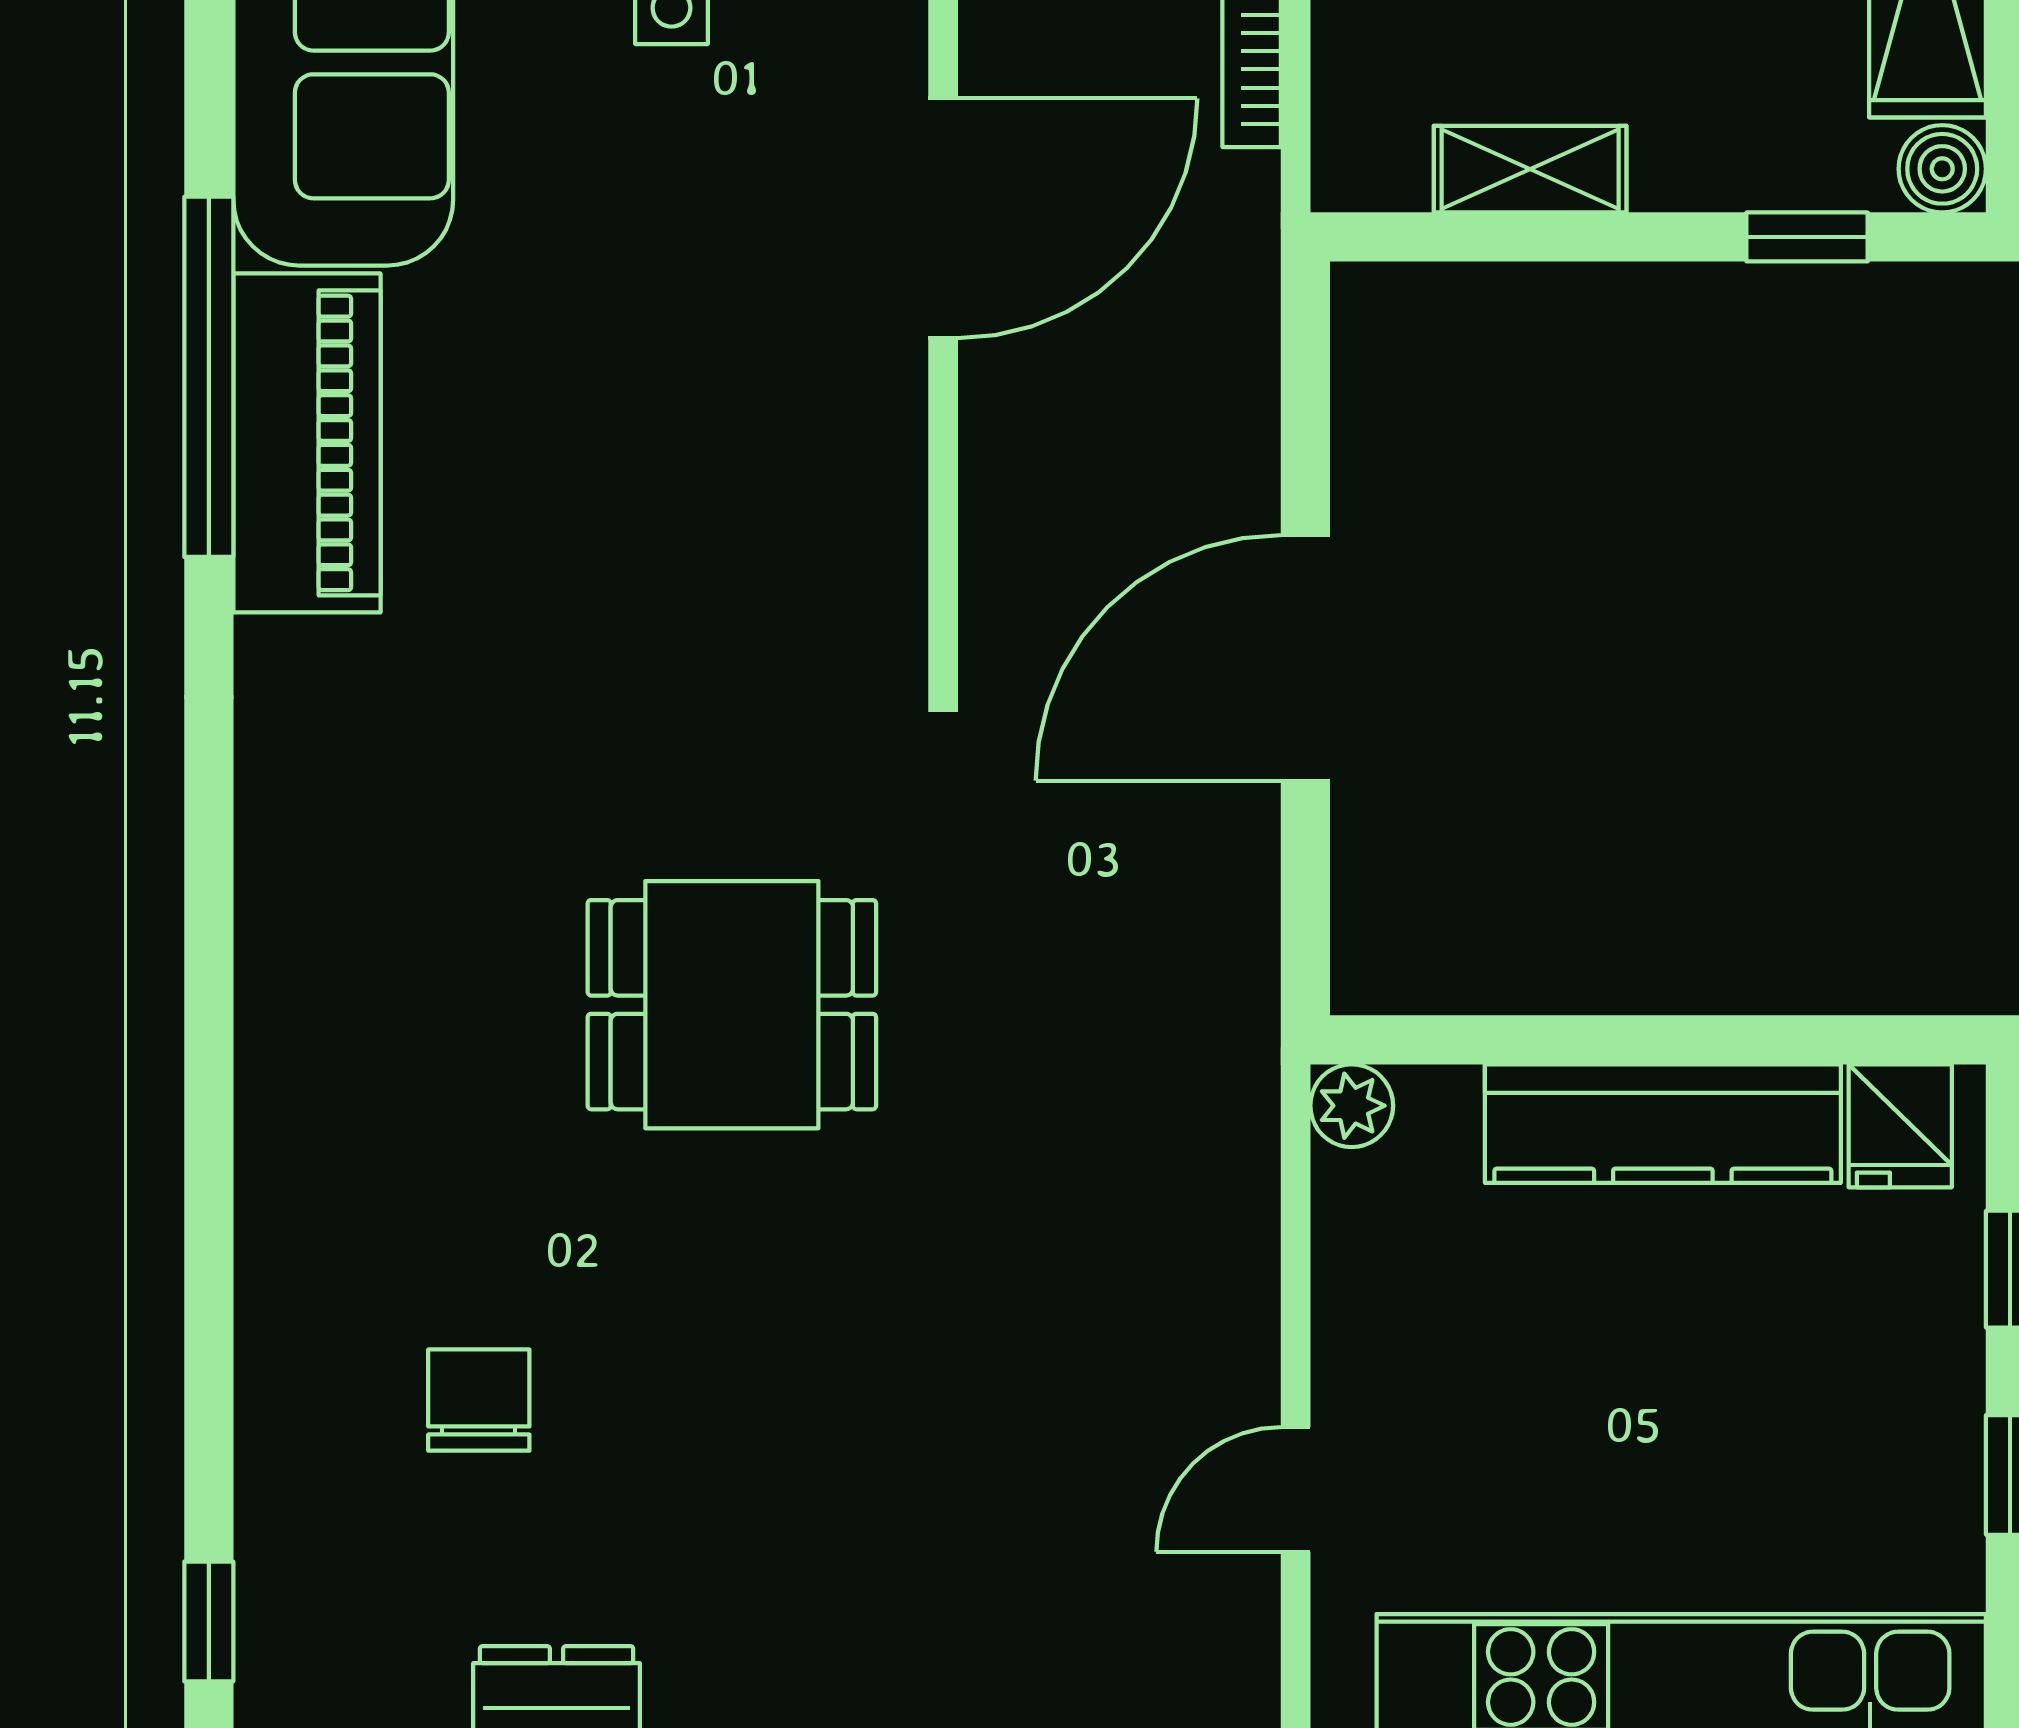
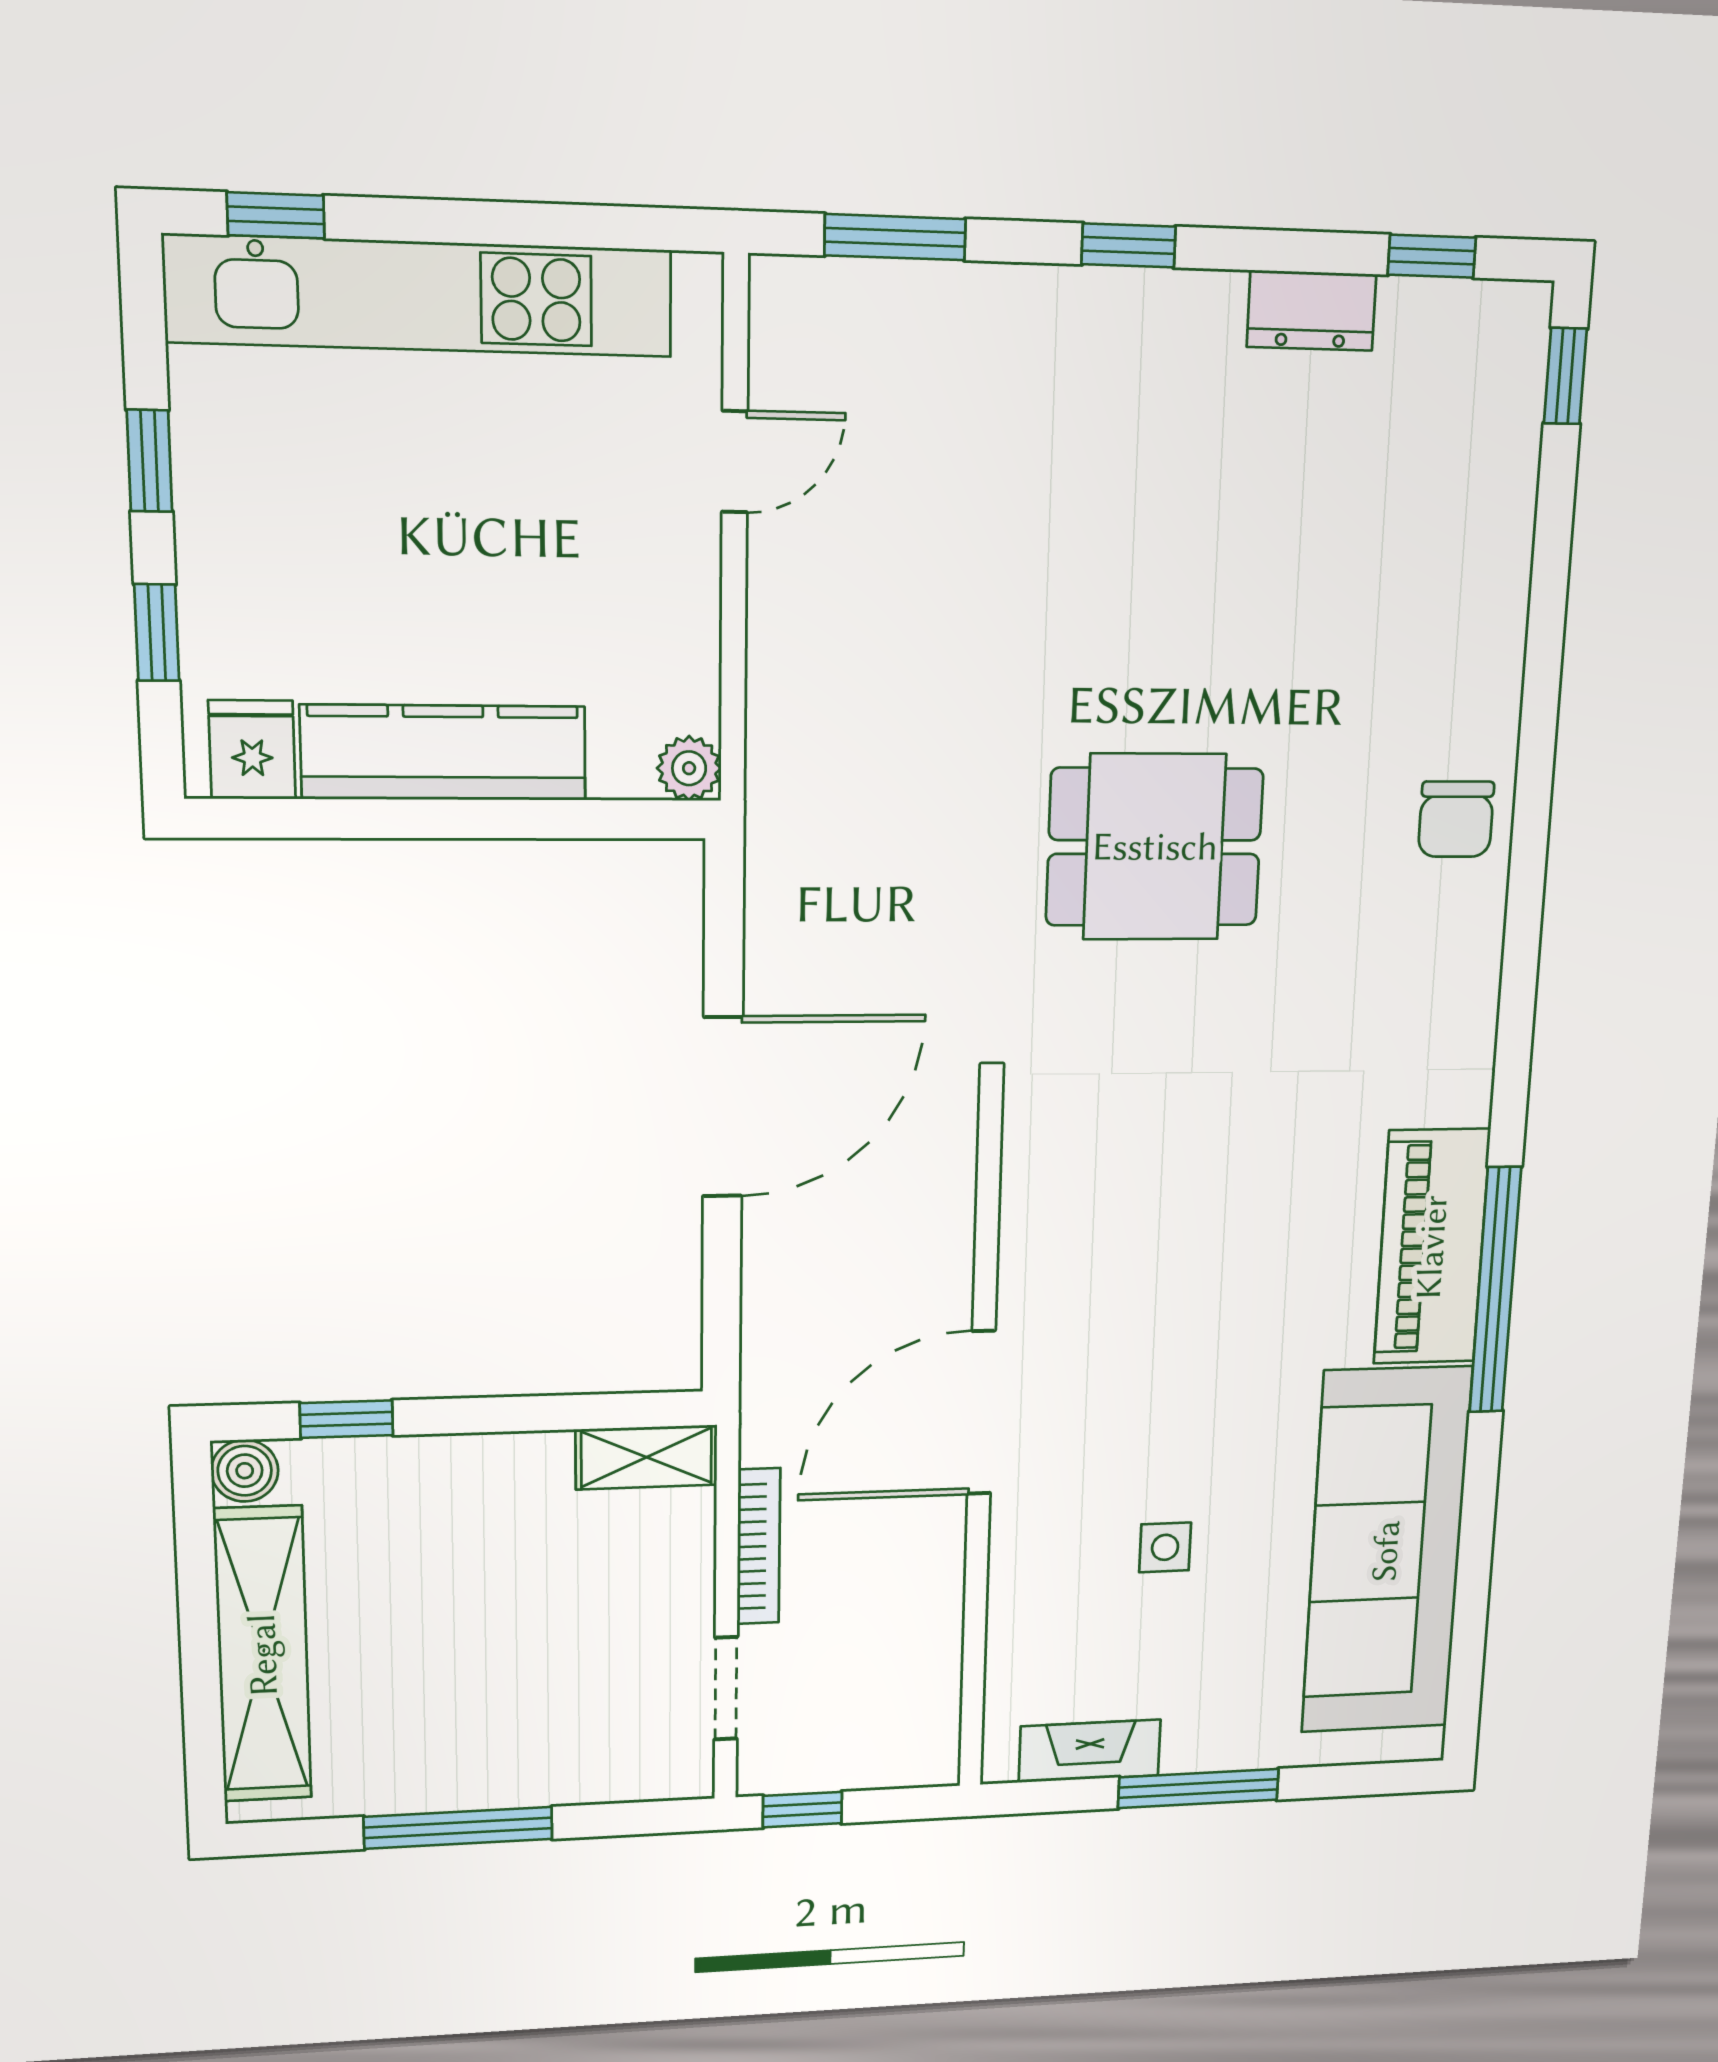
shelving: (1530, 169) -> (646, 1457), moved
chair: (479, 1400) -> (1456, 819), moved

